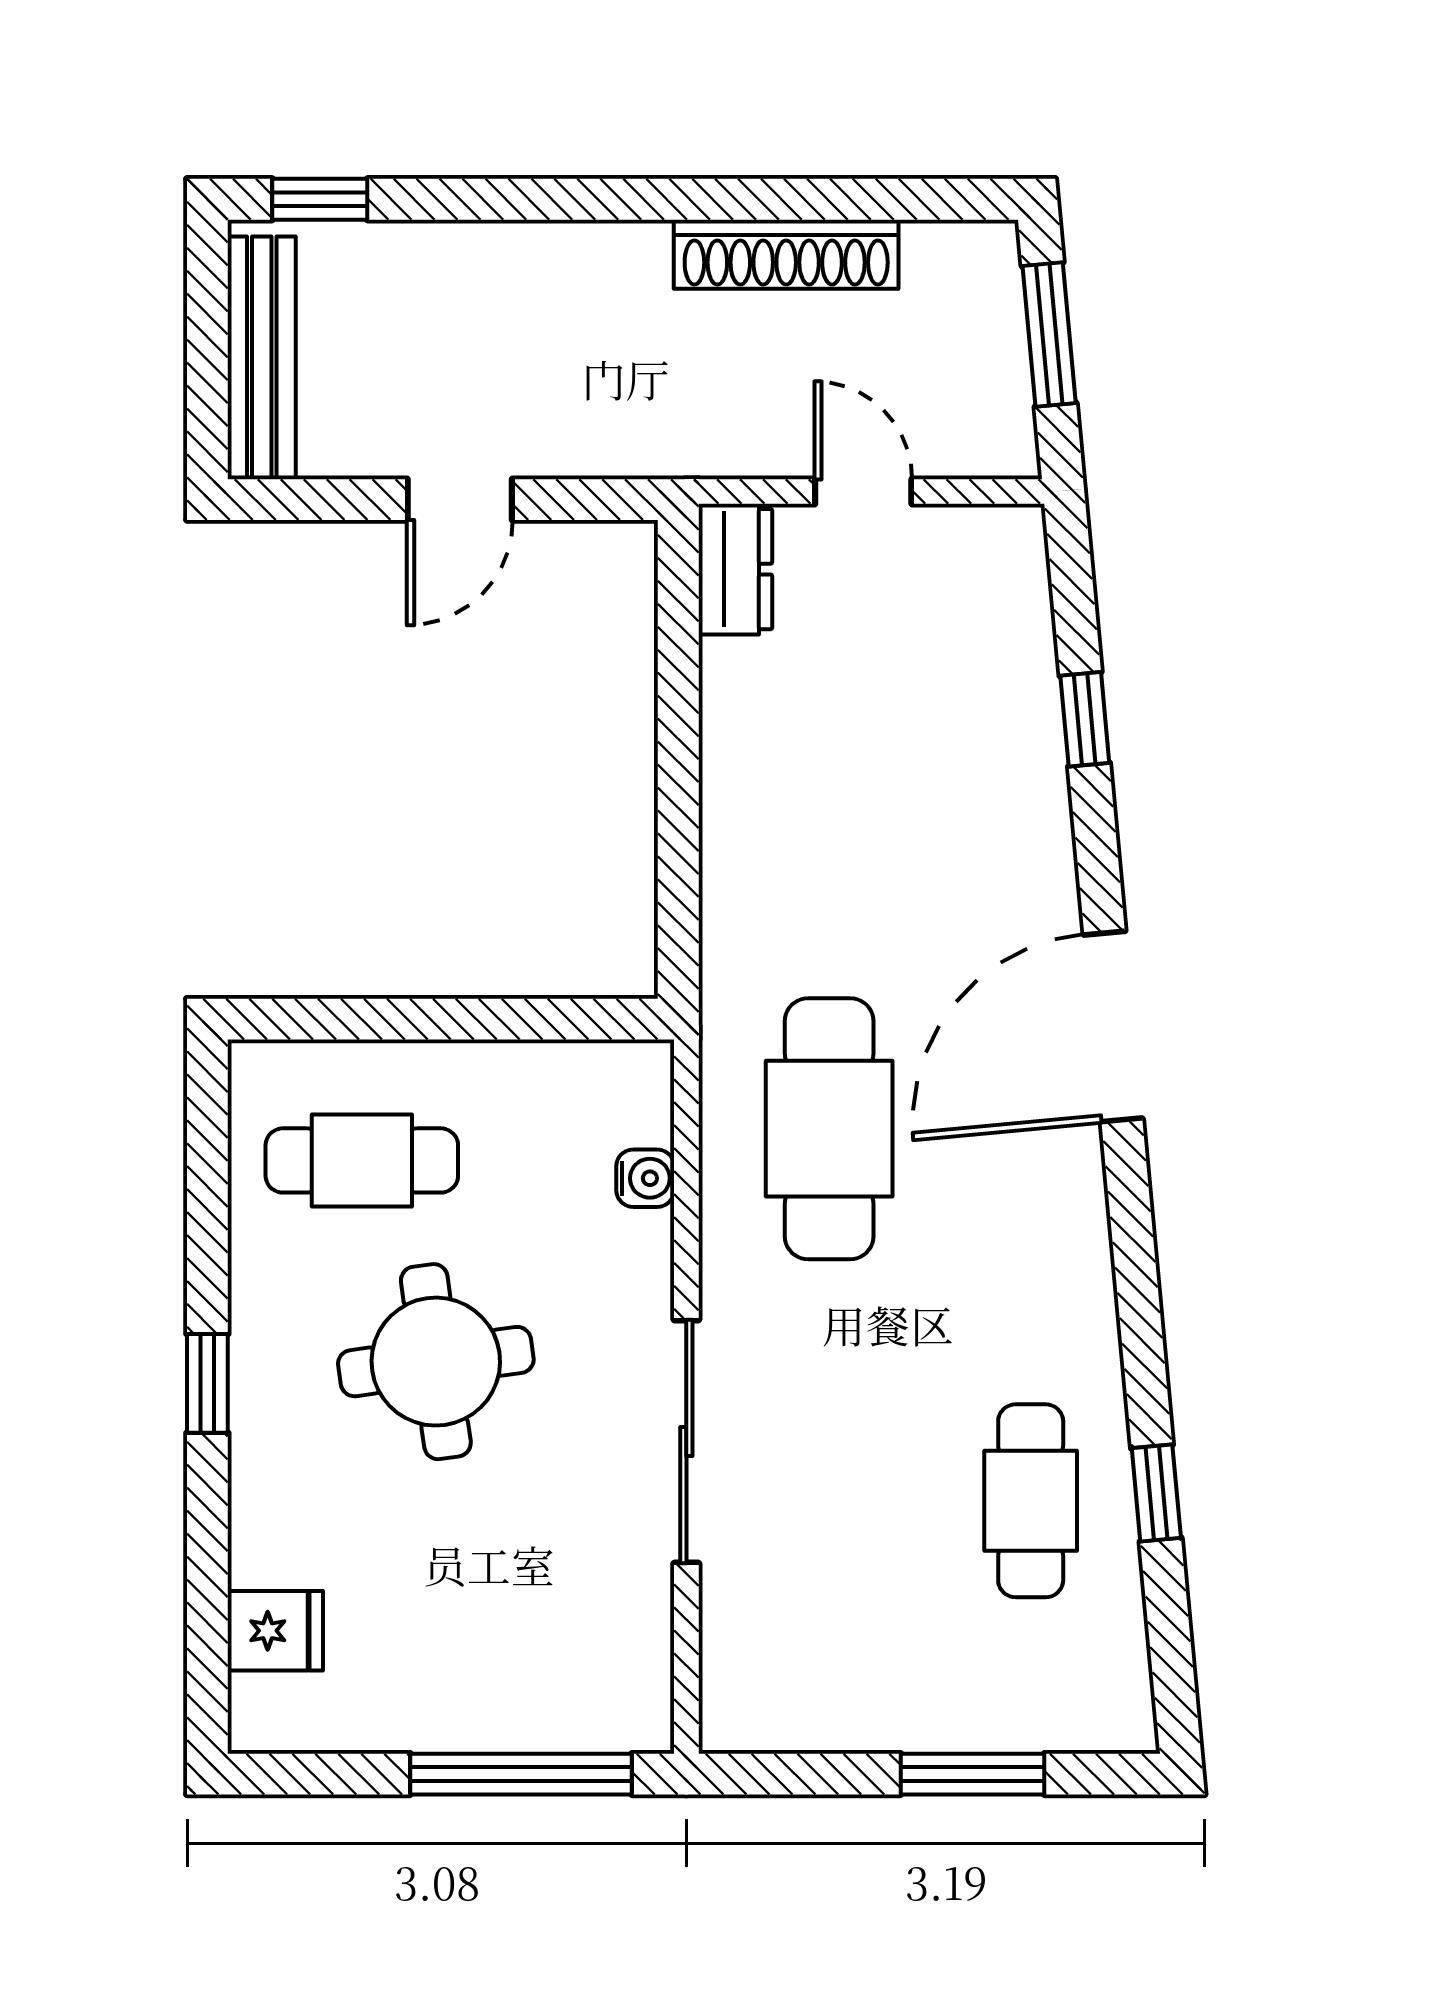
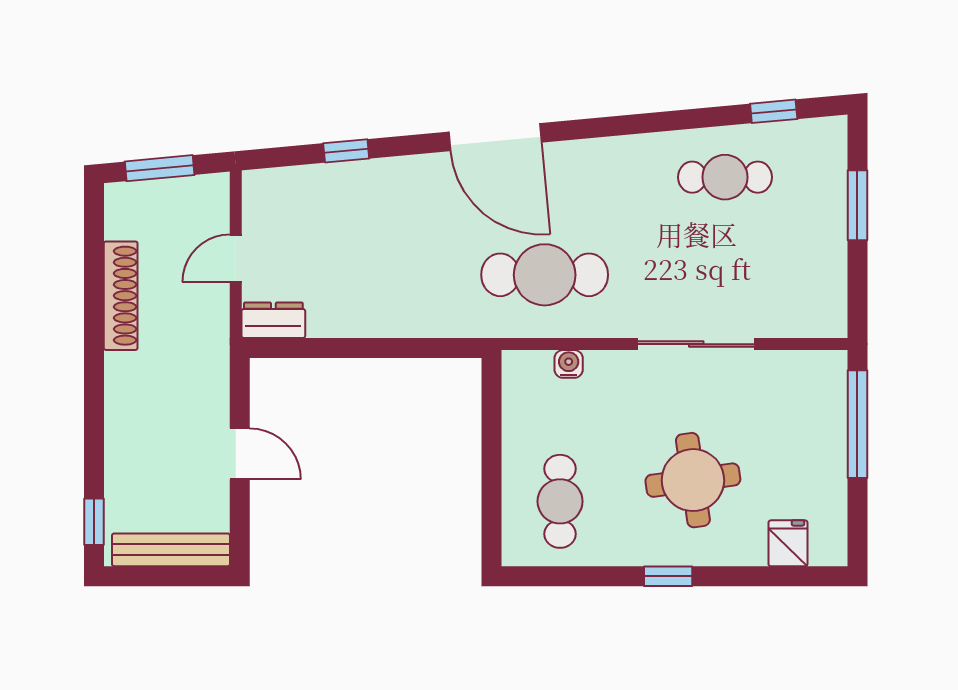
round table: (436, 1362) -> (693, 480), moved
window: (1156, 1493) -> (774, 111), moved

